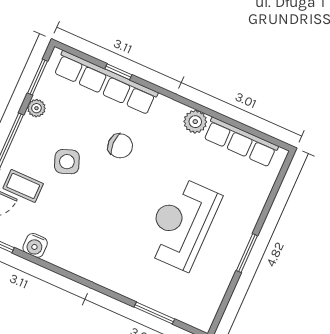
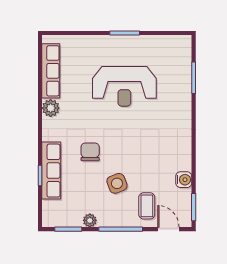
row of seats: (106, 83) -> (51, 171), width x0.73

